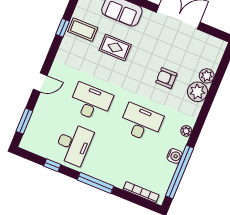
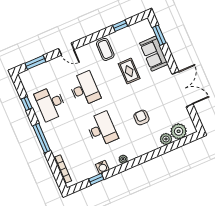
window: (63, 28) -> (120, 26), moved
coffee table: (83, 30) -> (105, 49), moved
plant: (197, 92) -> (179, 131), moved
desk: (73, 144) -> (51, 103), turned 90
window: (180, 172) -> (96, 179), width x0.32

